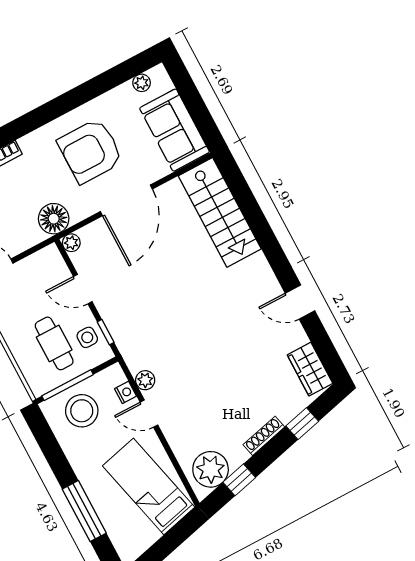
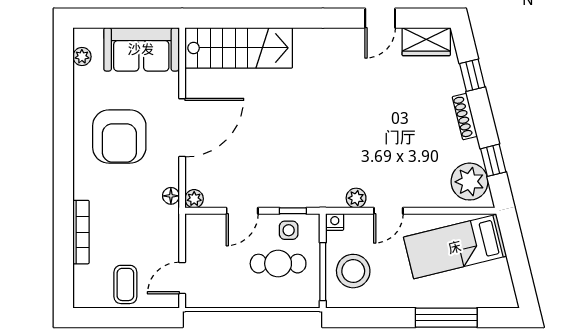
door: (126, 200) -> (182, 128), hinge flipped
floor lamp: (54, 219) -> (171, 196), width x0.53, depth x0.53
door: (300, 302) -> (380, 18), moved
nightstand: (126, 392) -> (335, 222), moved

